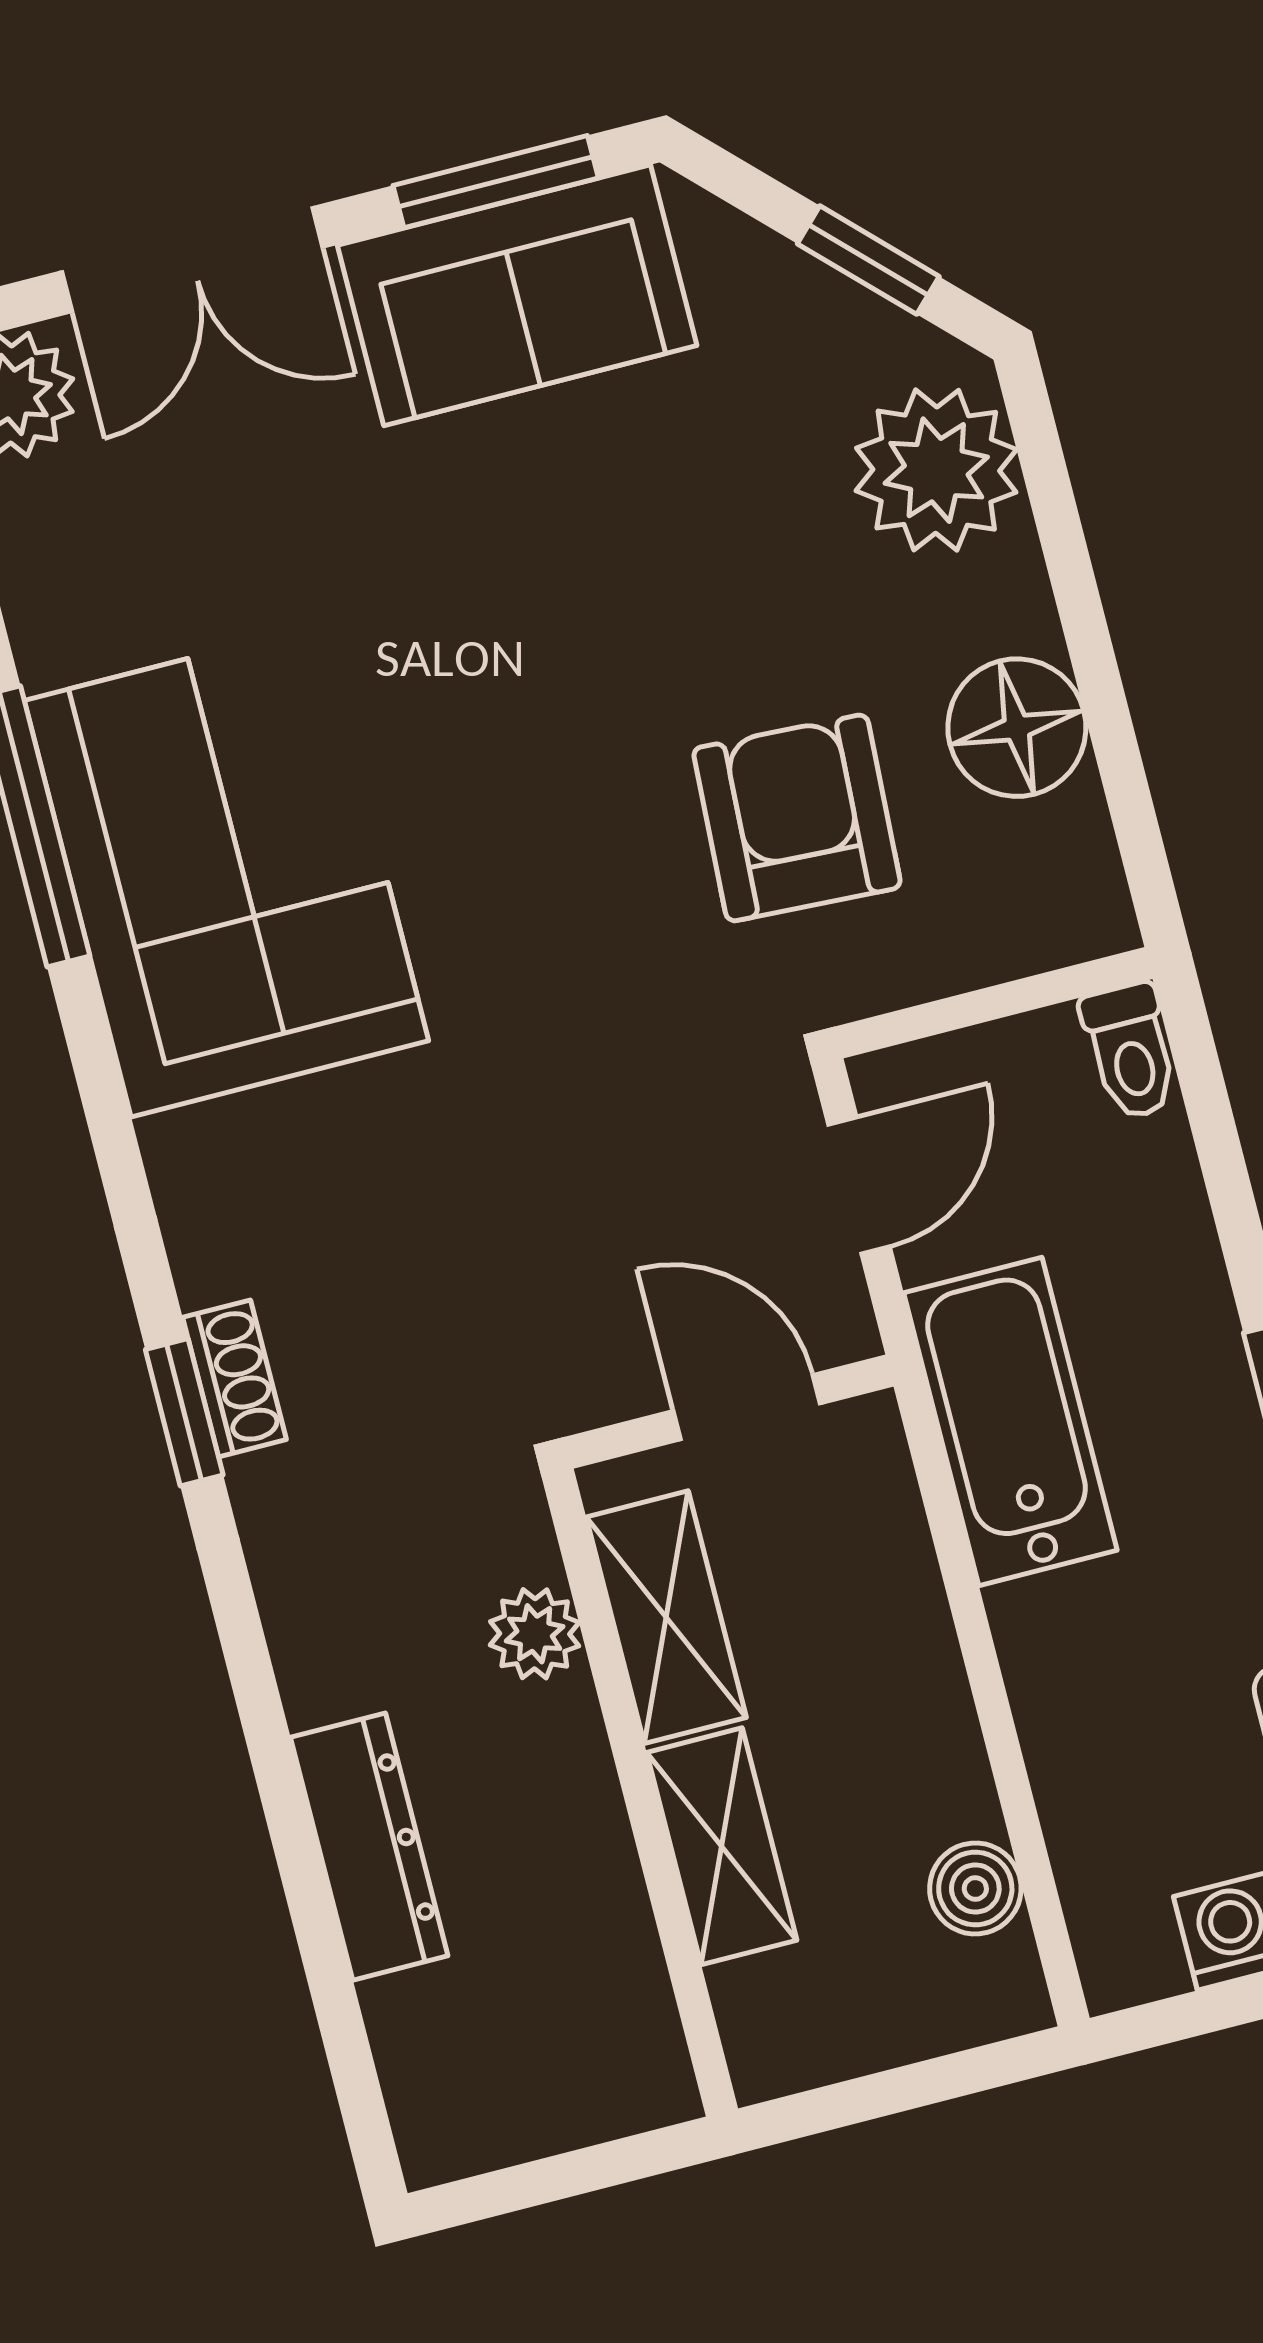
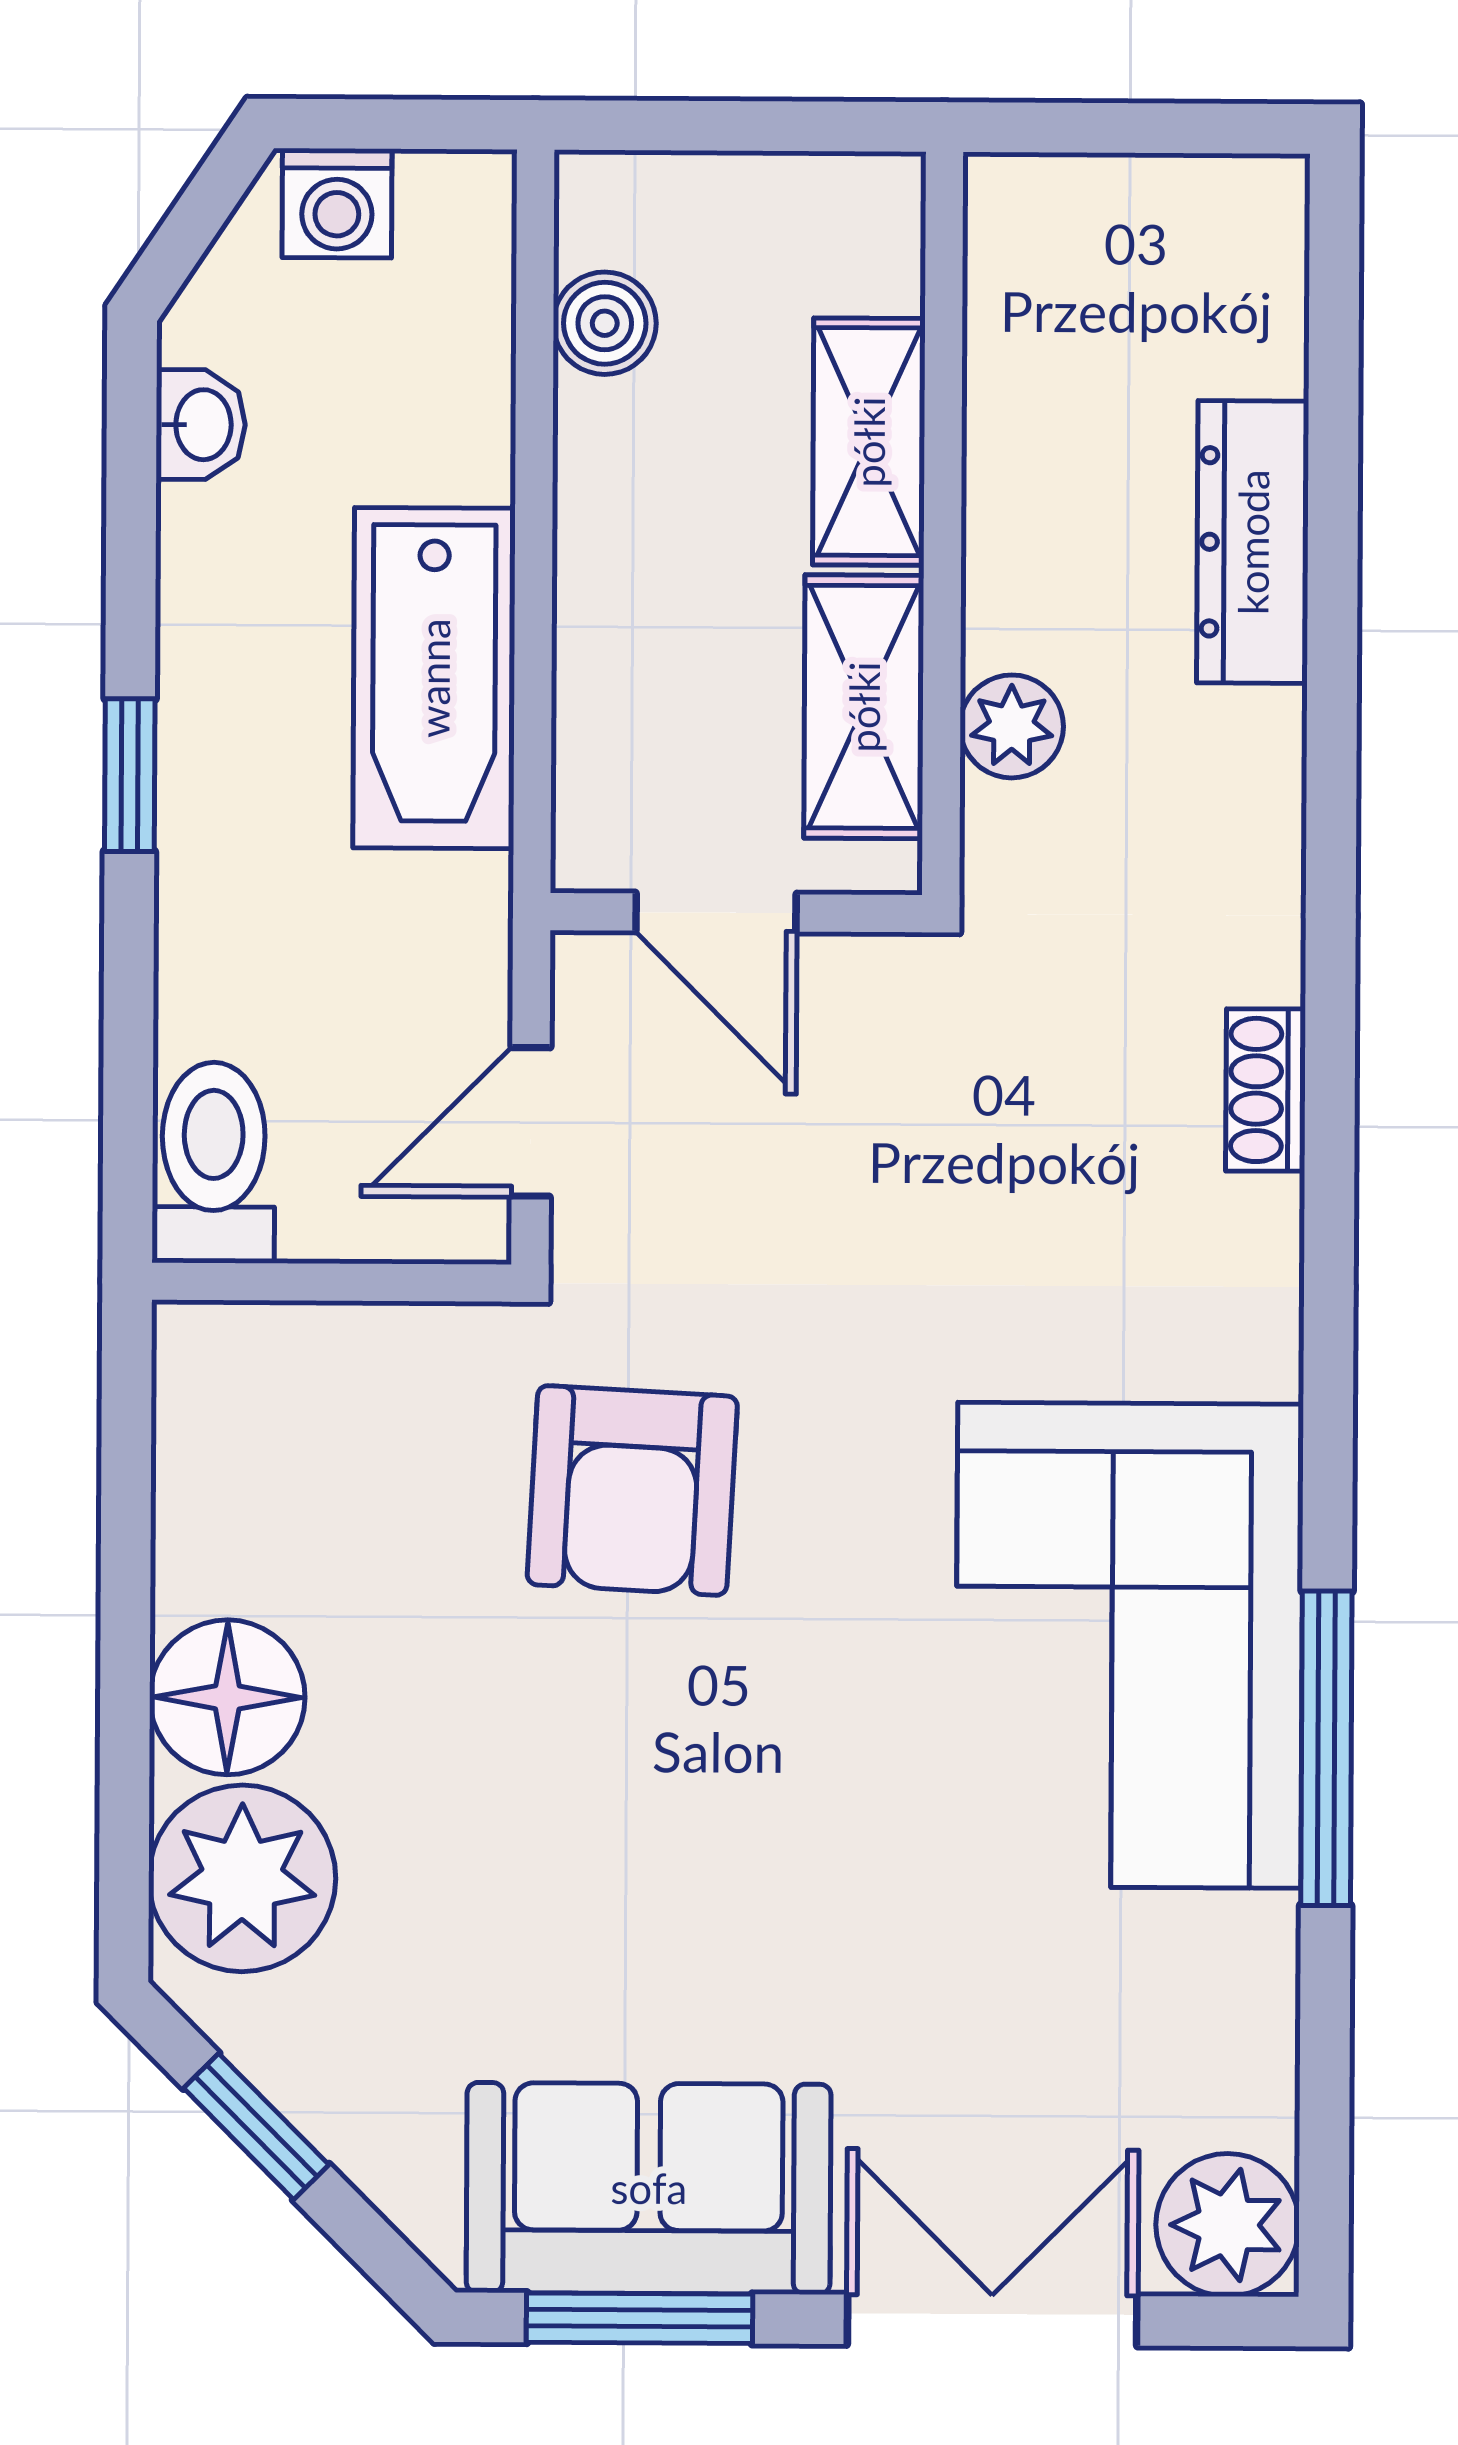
floor lamp: (1017, 728) -> (227, 1697), moved
armchair: (797, 818) -> (632, 1490), moved
toilet: (1130, 1051) -> (214, 1163), width x1.37, depth x1.39
window: (184, 1412) -> (1330, 1068), removed
bathtub: (1010, 1421) -> (434, 678), moved

